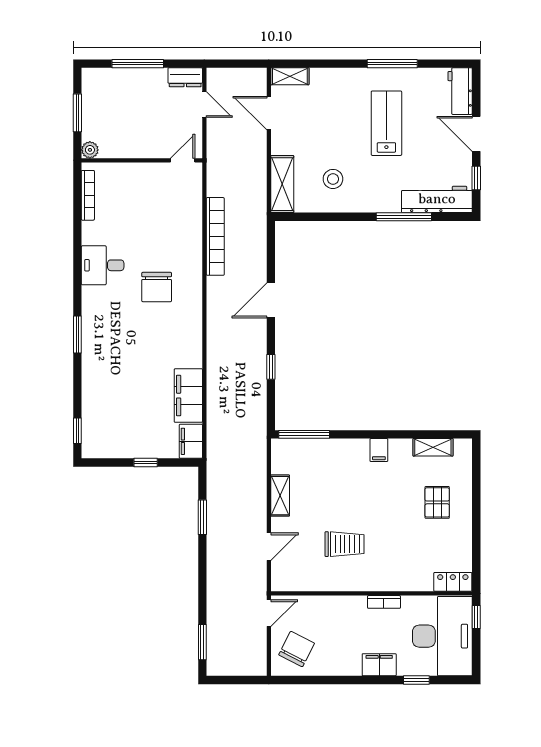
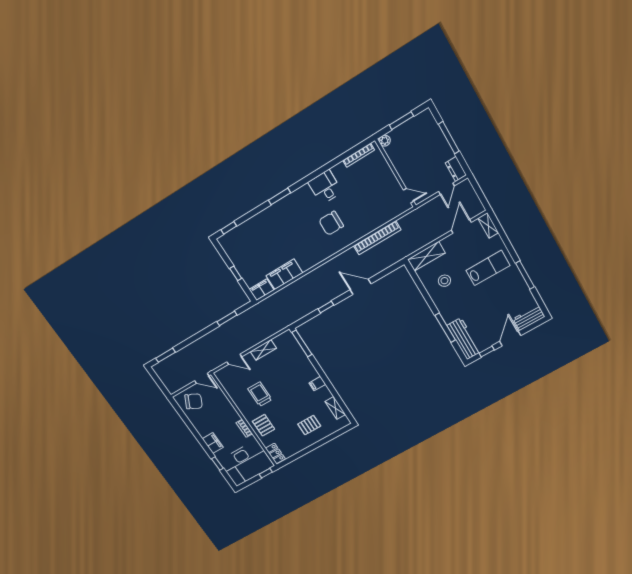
lab bench: (386, 123) -> (488, 268), moved
trolley: (345, 544) -> (260, 394), turned 180
pallet: (396, 570) -> (264, 425), added

